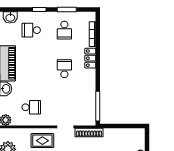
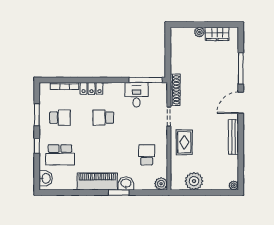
school desk: (31, 30) -> (60, 155), width x1.85
desk: (85, 98) -> (137, 95), added

